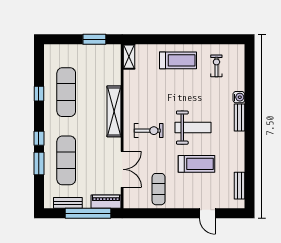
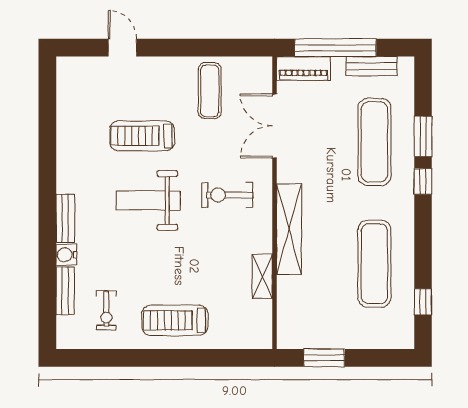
shelving: (129, 57) -> (262, 276), moved
window: (39, 94) -> (423, 302), moved
bench: (240, 186) -> (65, 291), moved

